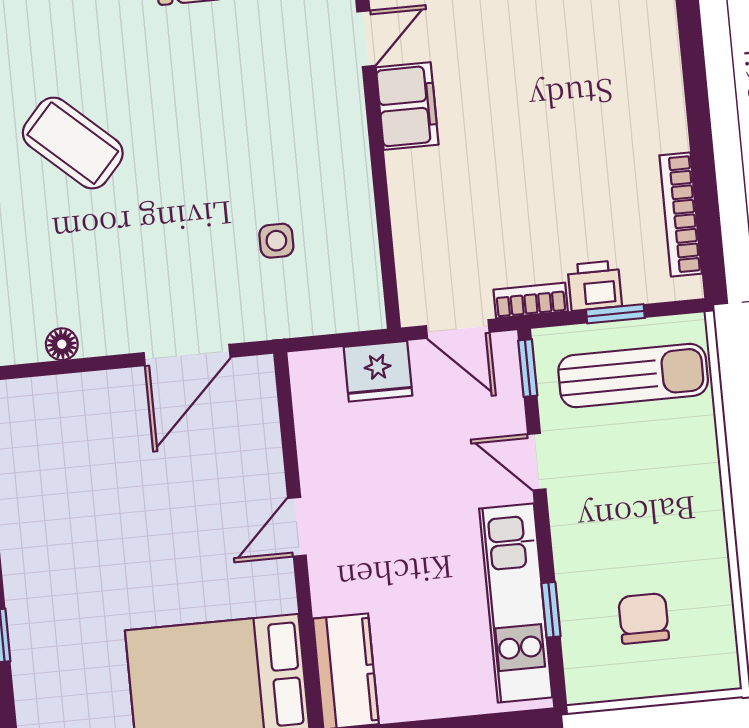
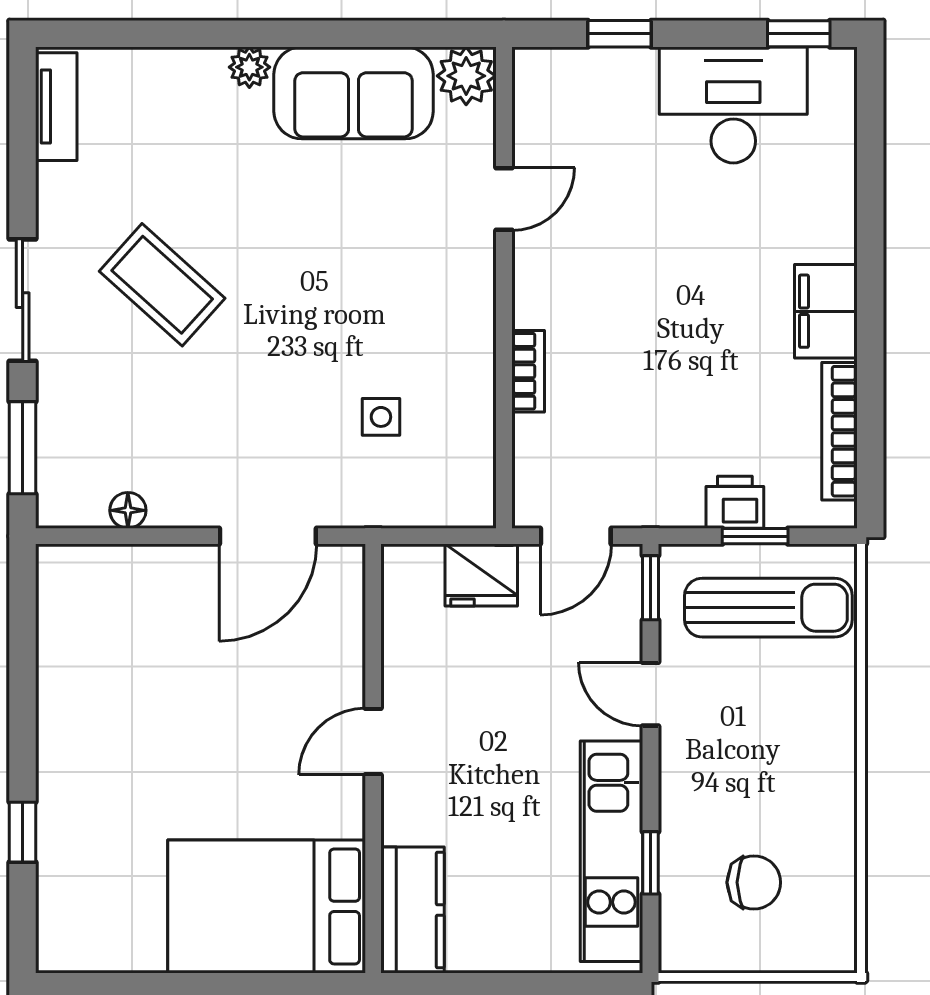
filing cabinet: (407, 106) -> (826, 311), moved, turned 180
bookcase: (531, 300) -> (528, 371), moved, turned 90
door: (458, 329) -> (576, 536), hinge flipped
chair: (644, 618) -> (754, 882), turned 90

